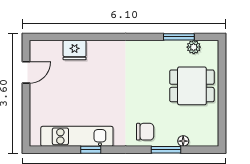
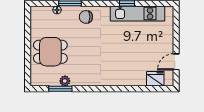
plant: (194, 47) -> (65, 81), moved
fridge: (75, 50) -> (155, 79), moved

